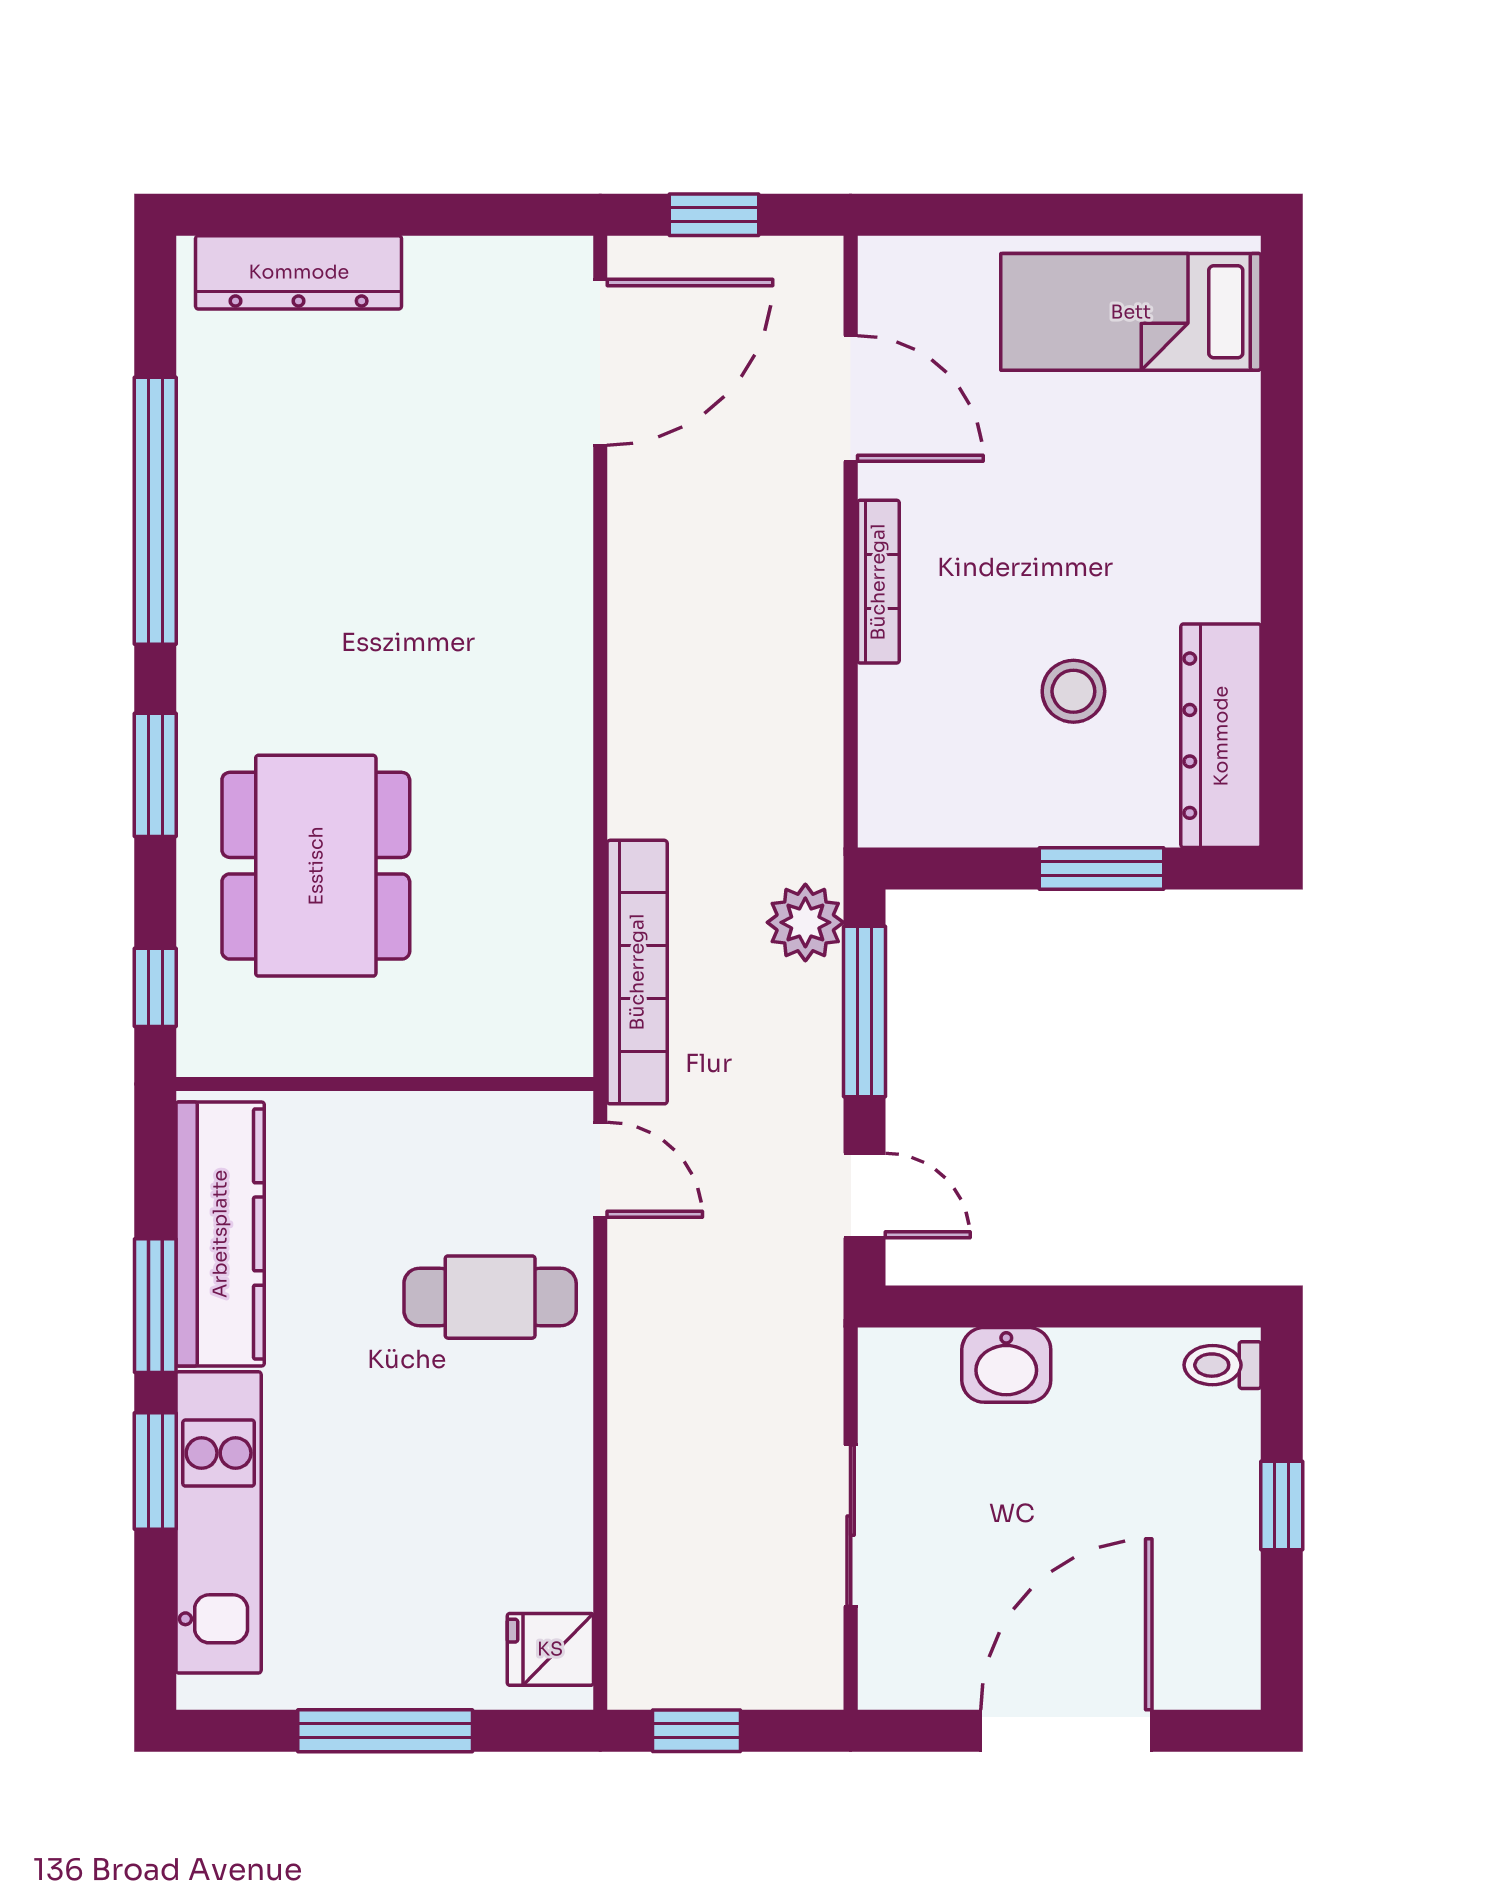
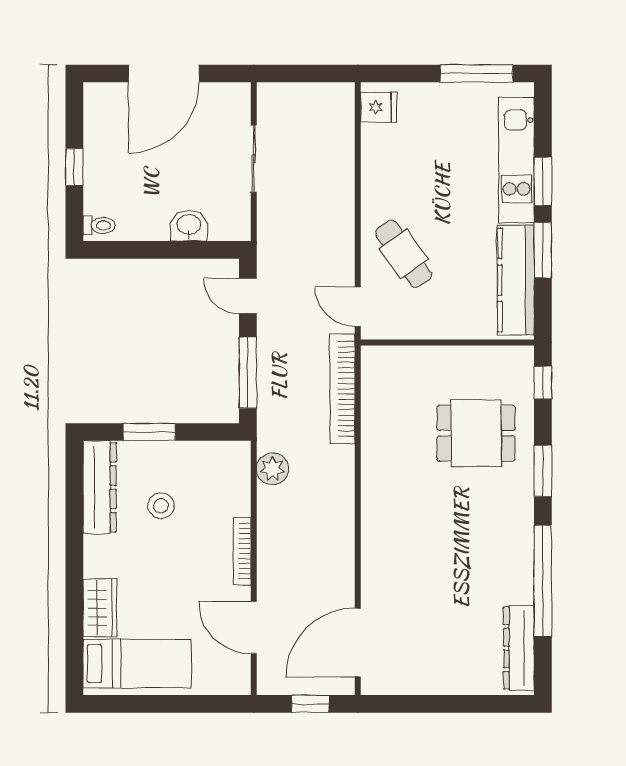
dresser: (299, 272) -> (519, 648), moved, turned -90
wardrobe: (1220, 446) -> (100, 608), added
dining table: (316, 866) -> (476, 433), width x0.73
plant: (805, 922) -> (272, 469), moved
cafe table: (490, 1297) -> (404, 254), turned 55
window: (385, 1731) -> (476, 73), moved
window: (696, 1731) -> (318, 73), removed

